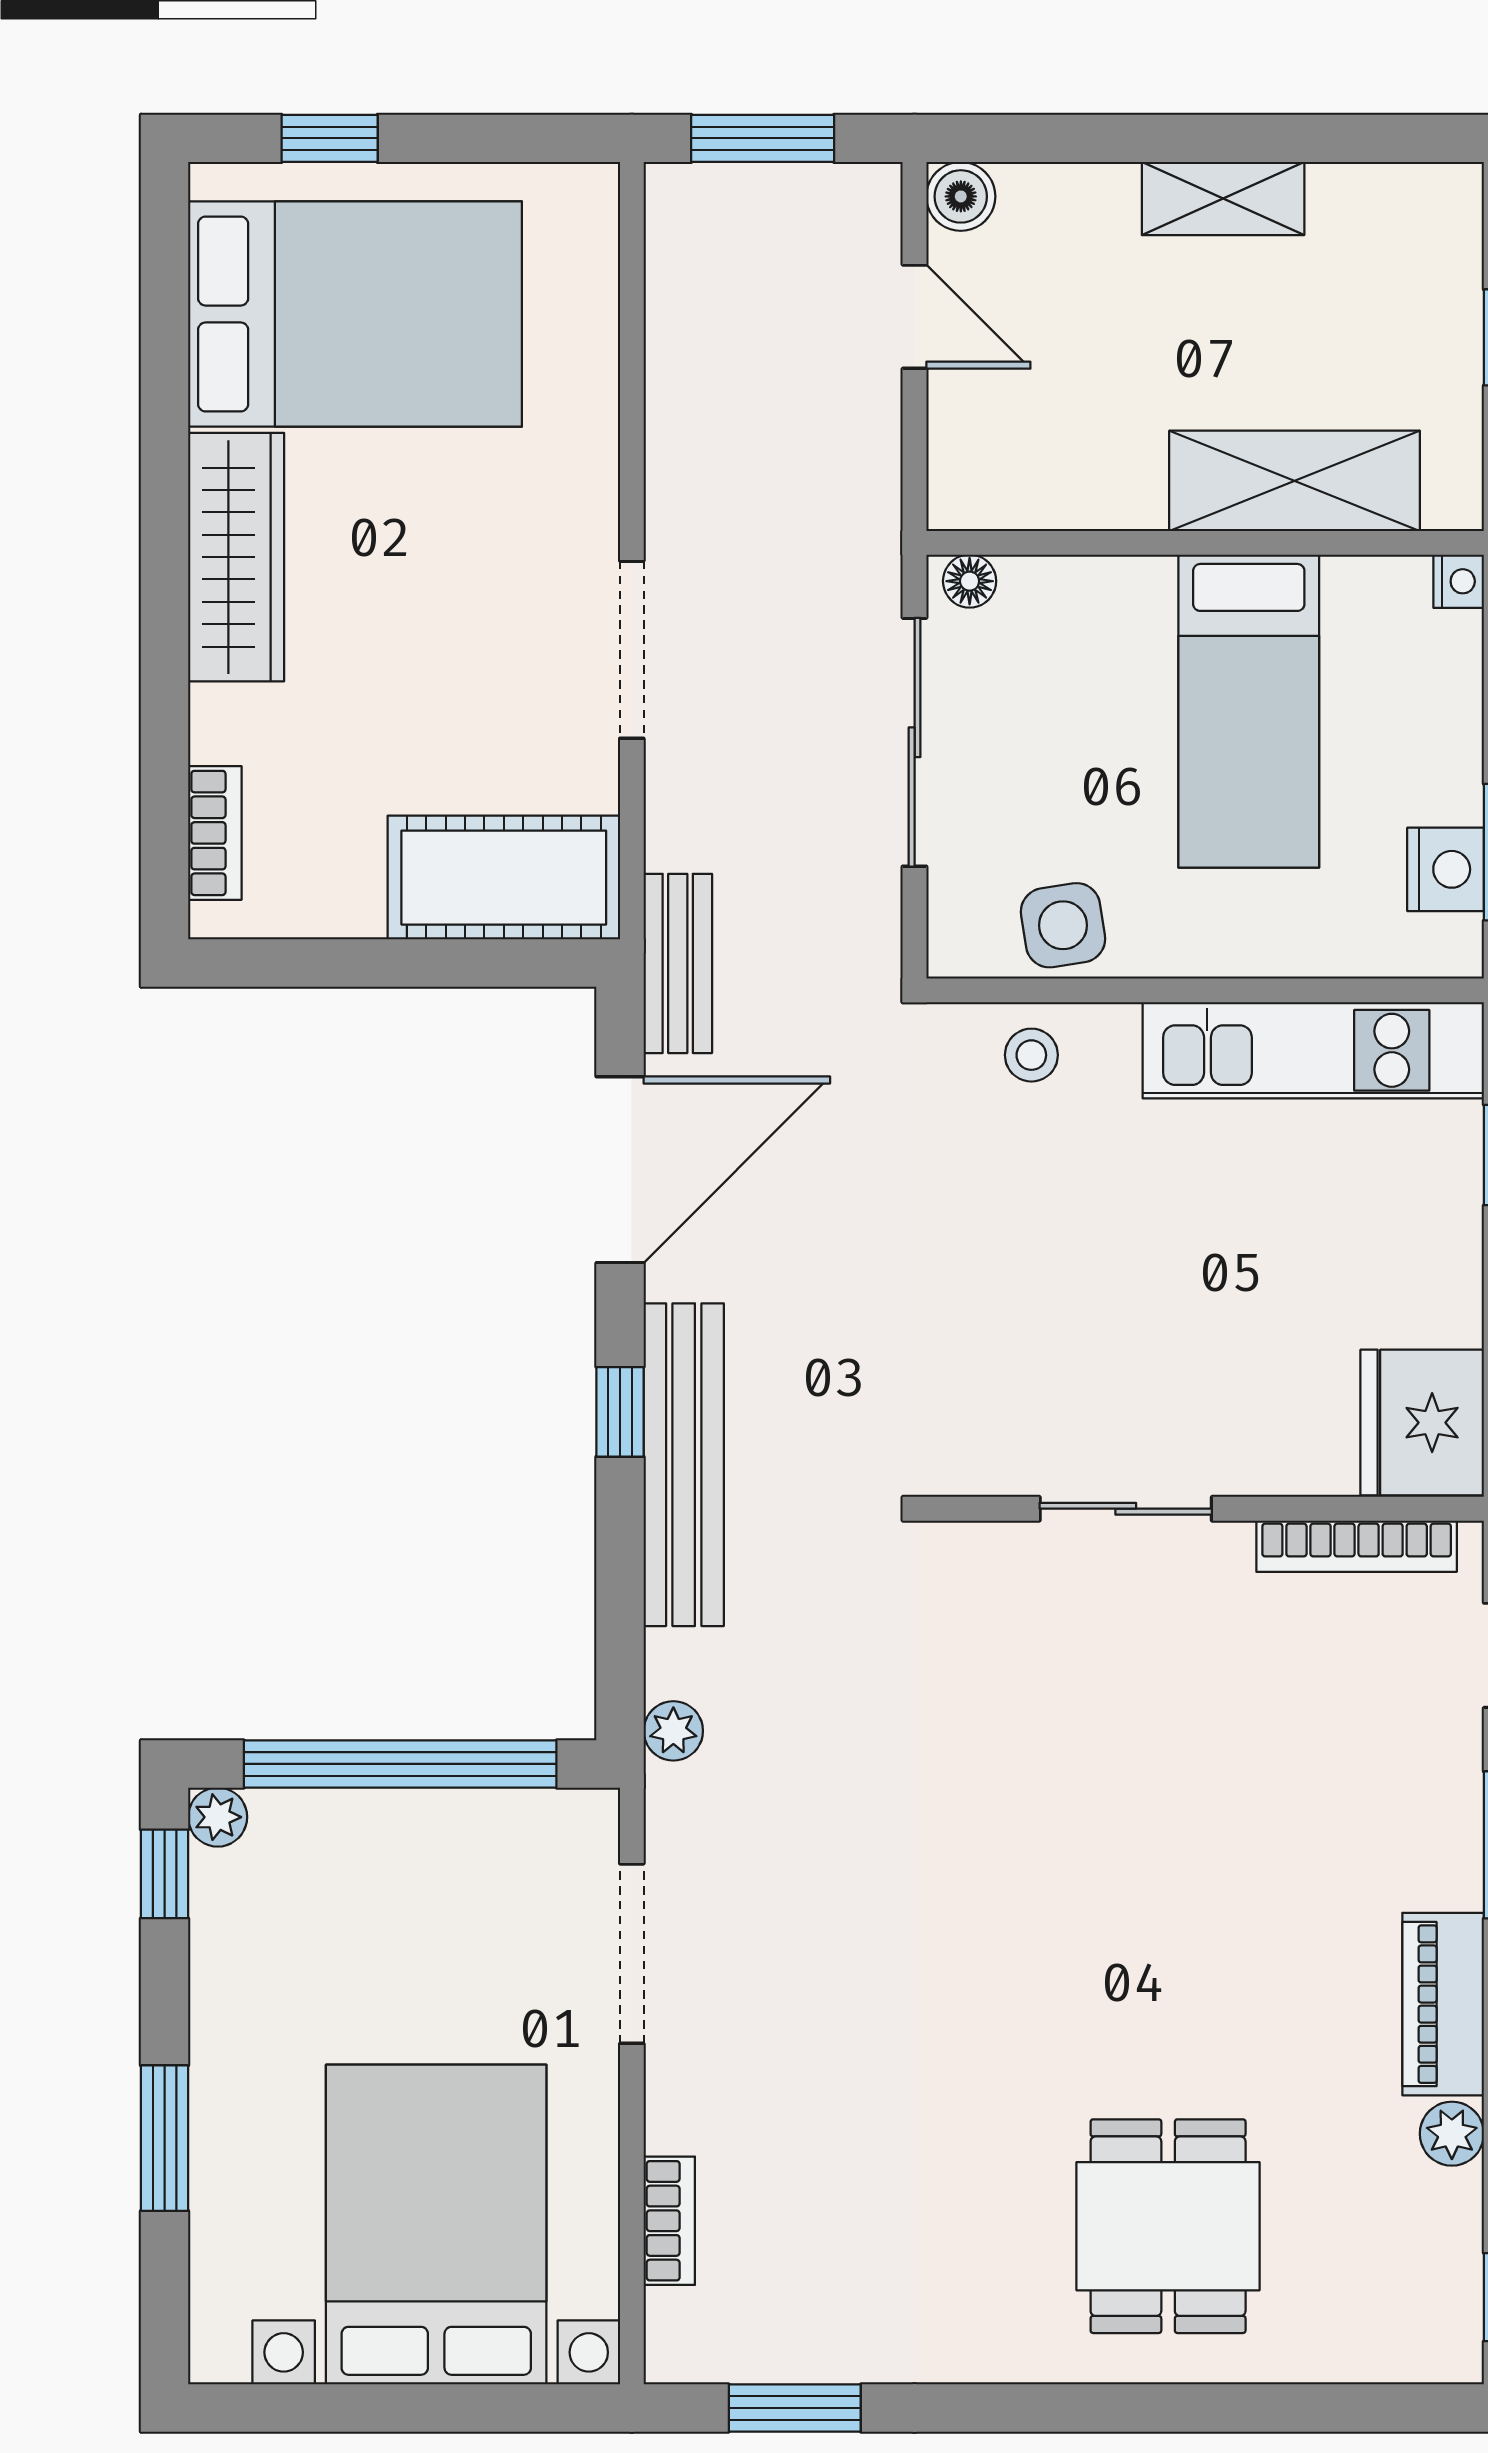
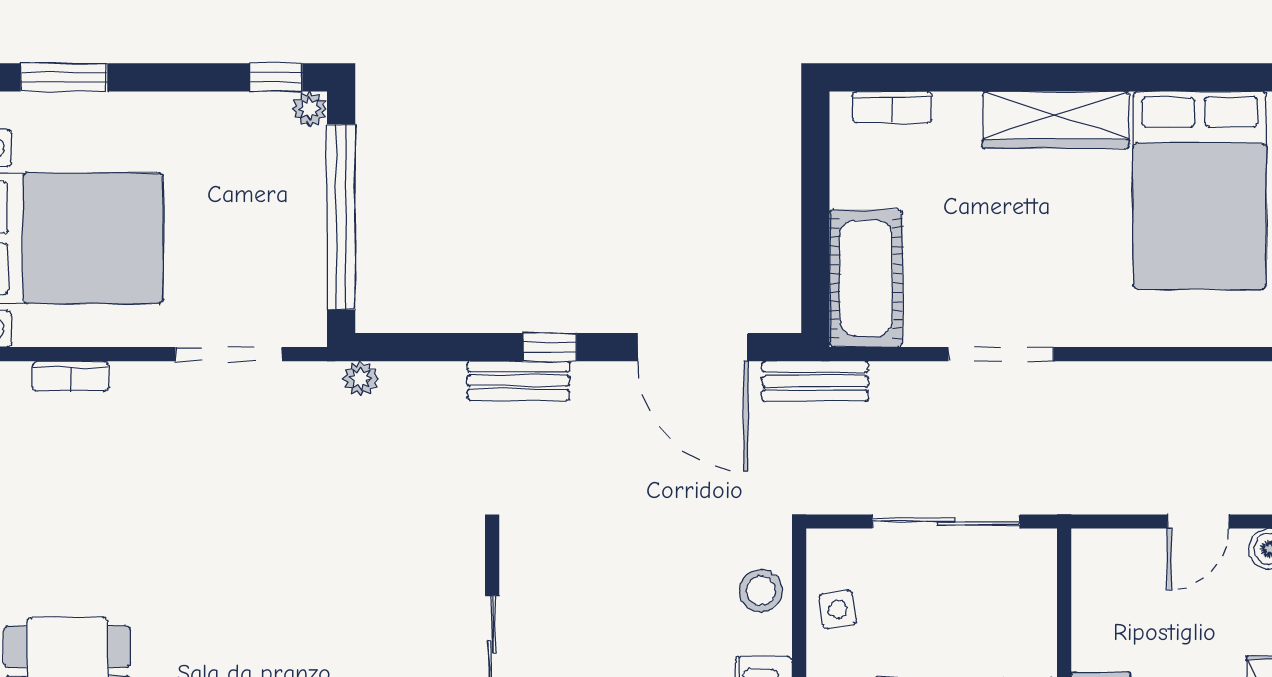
floor lamp: (970, 581) -> (1042, 554), removed
side table: (1063, 925) -> (838, 609), width x0.73, depth x0.73
stool: (1031, 1055) -> (761, 591), width x1.37, depth x1.37
bench: (684, 1465) -> (518, 381), width x0.54, depth x0.82
window: (165, 2138) -> (64, 77), moved

